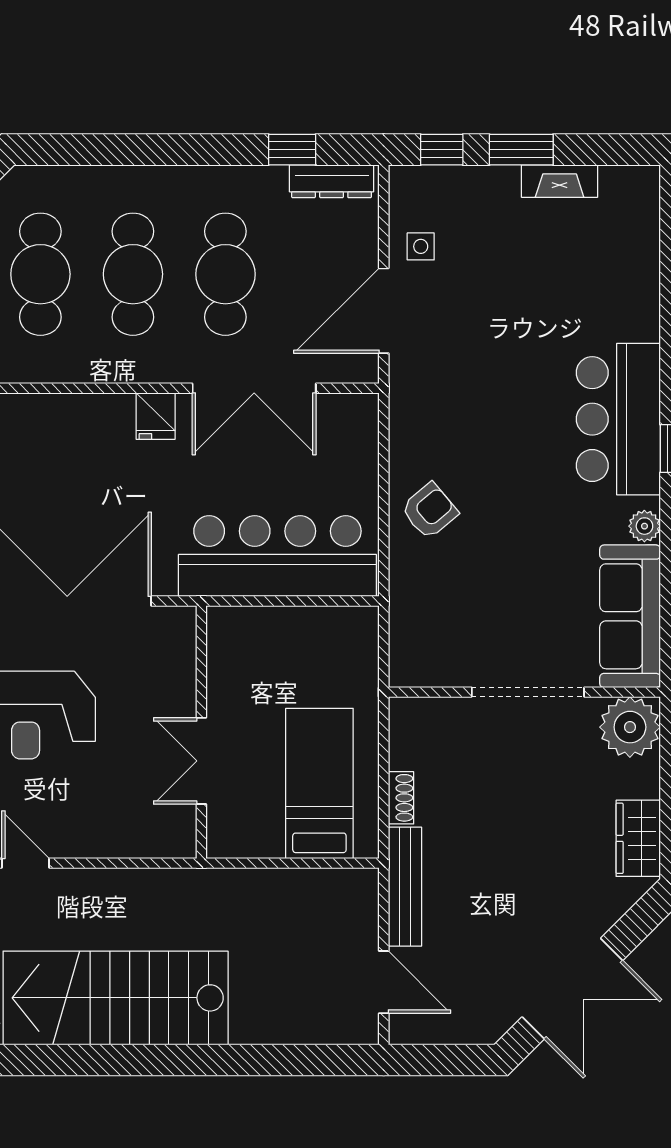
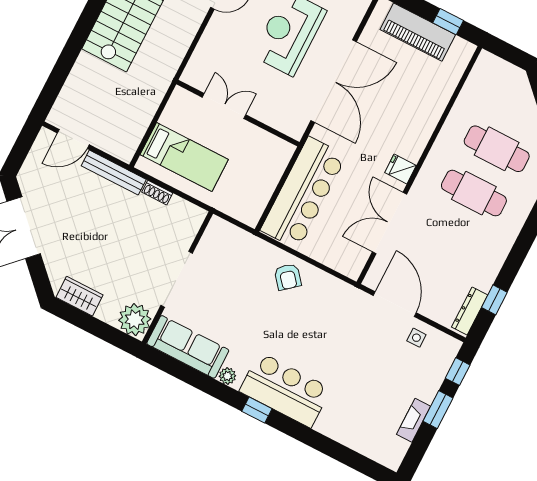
cafe table: (225, 274) -> (451, 237), removed

